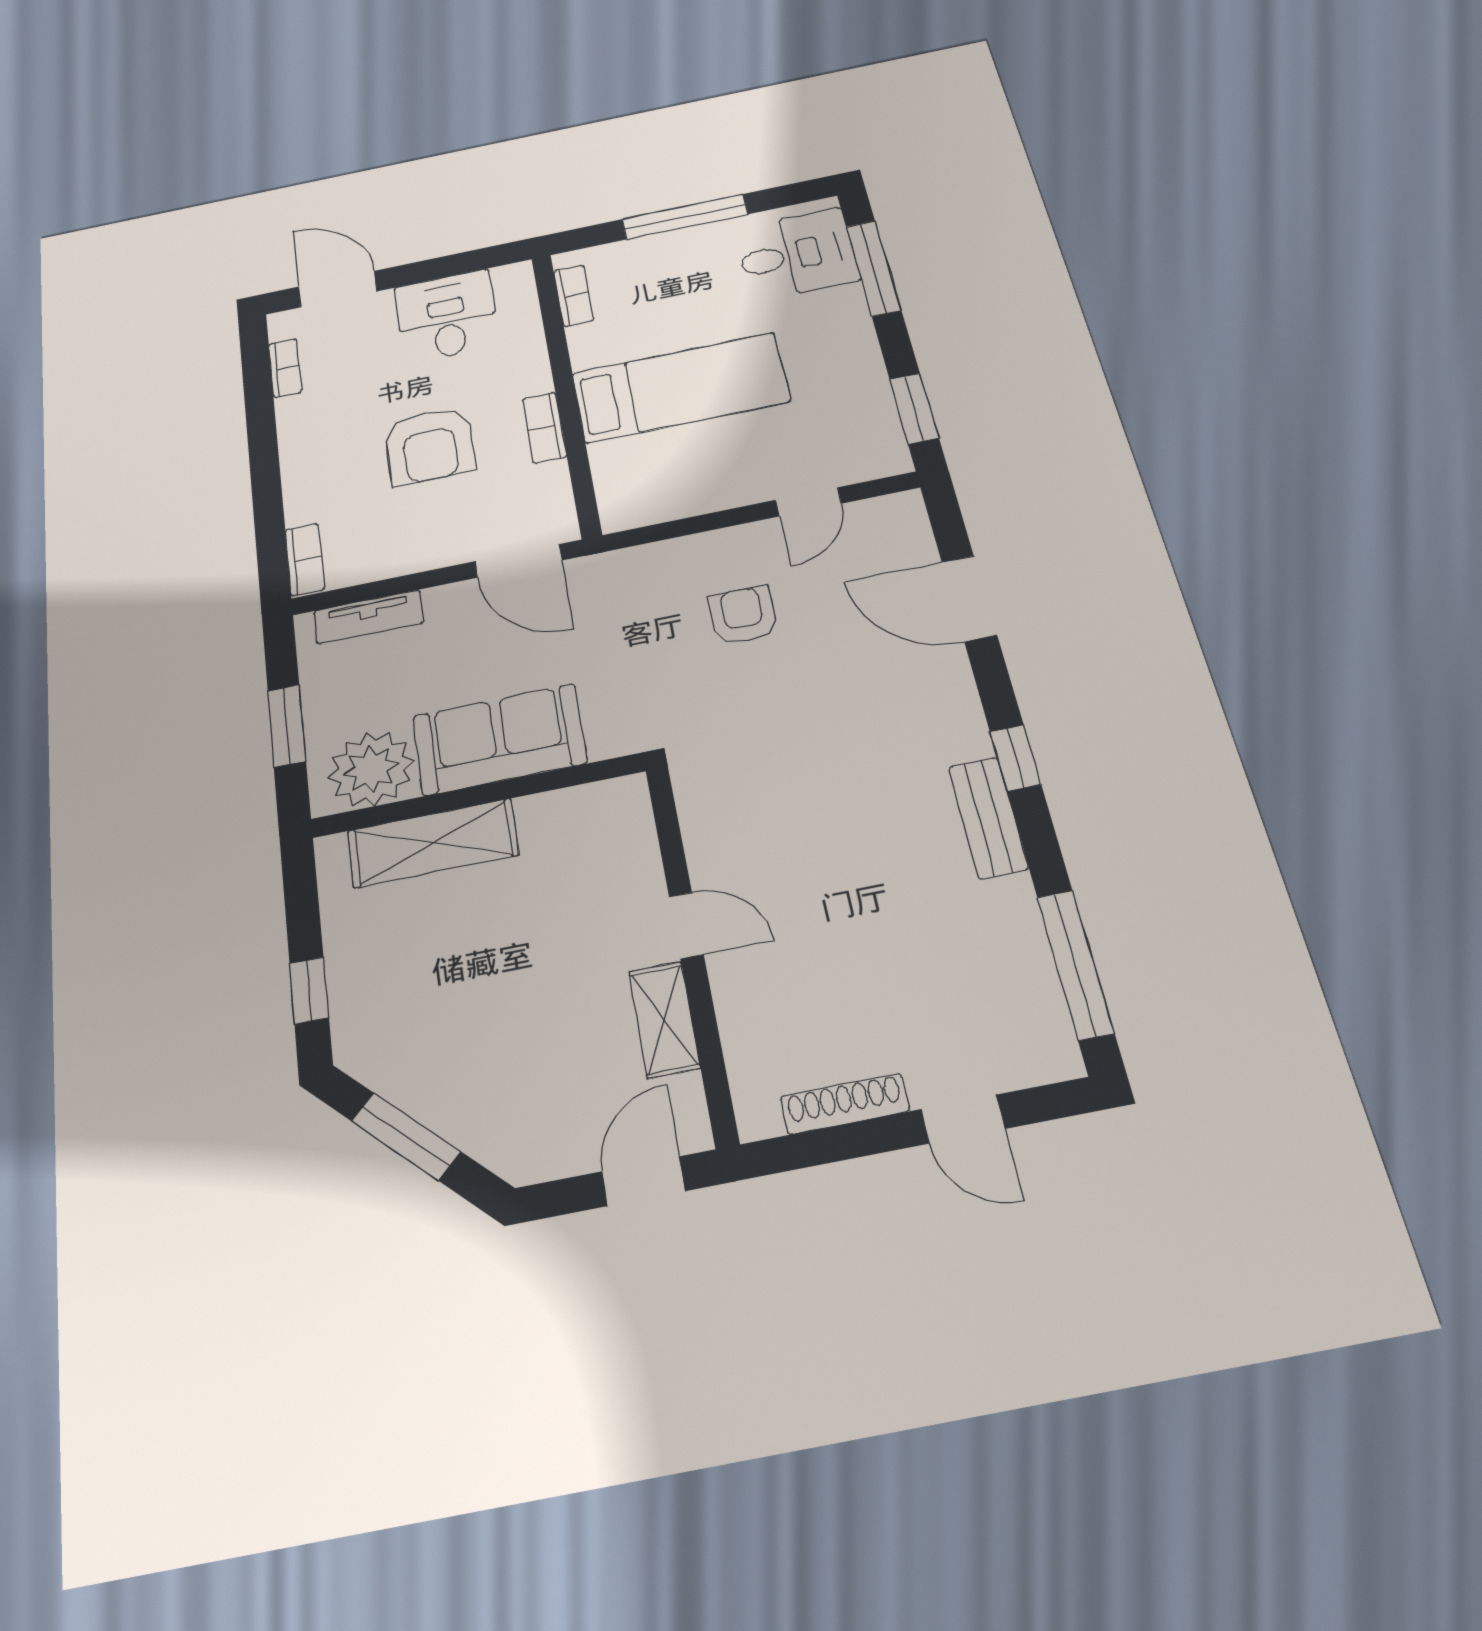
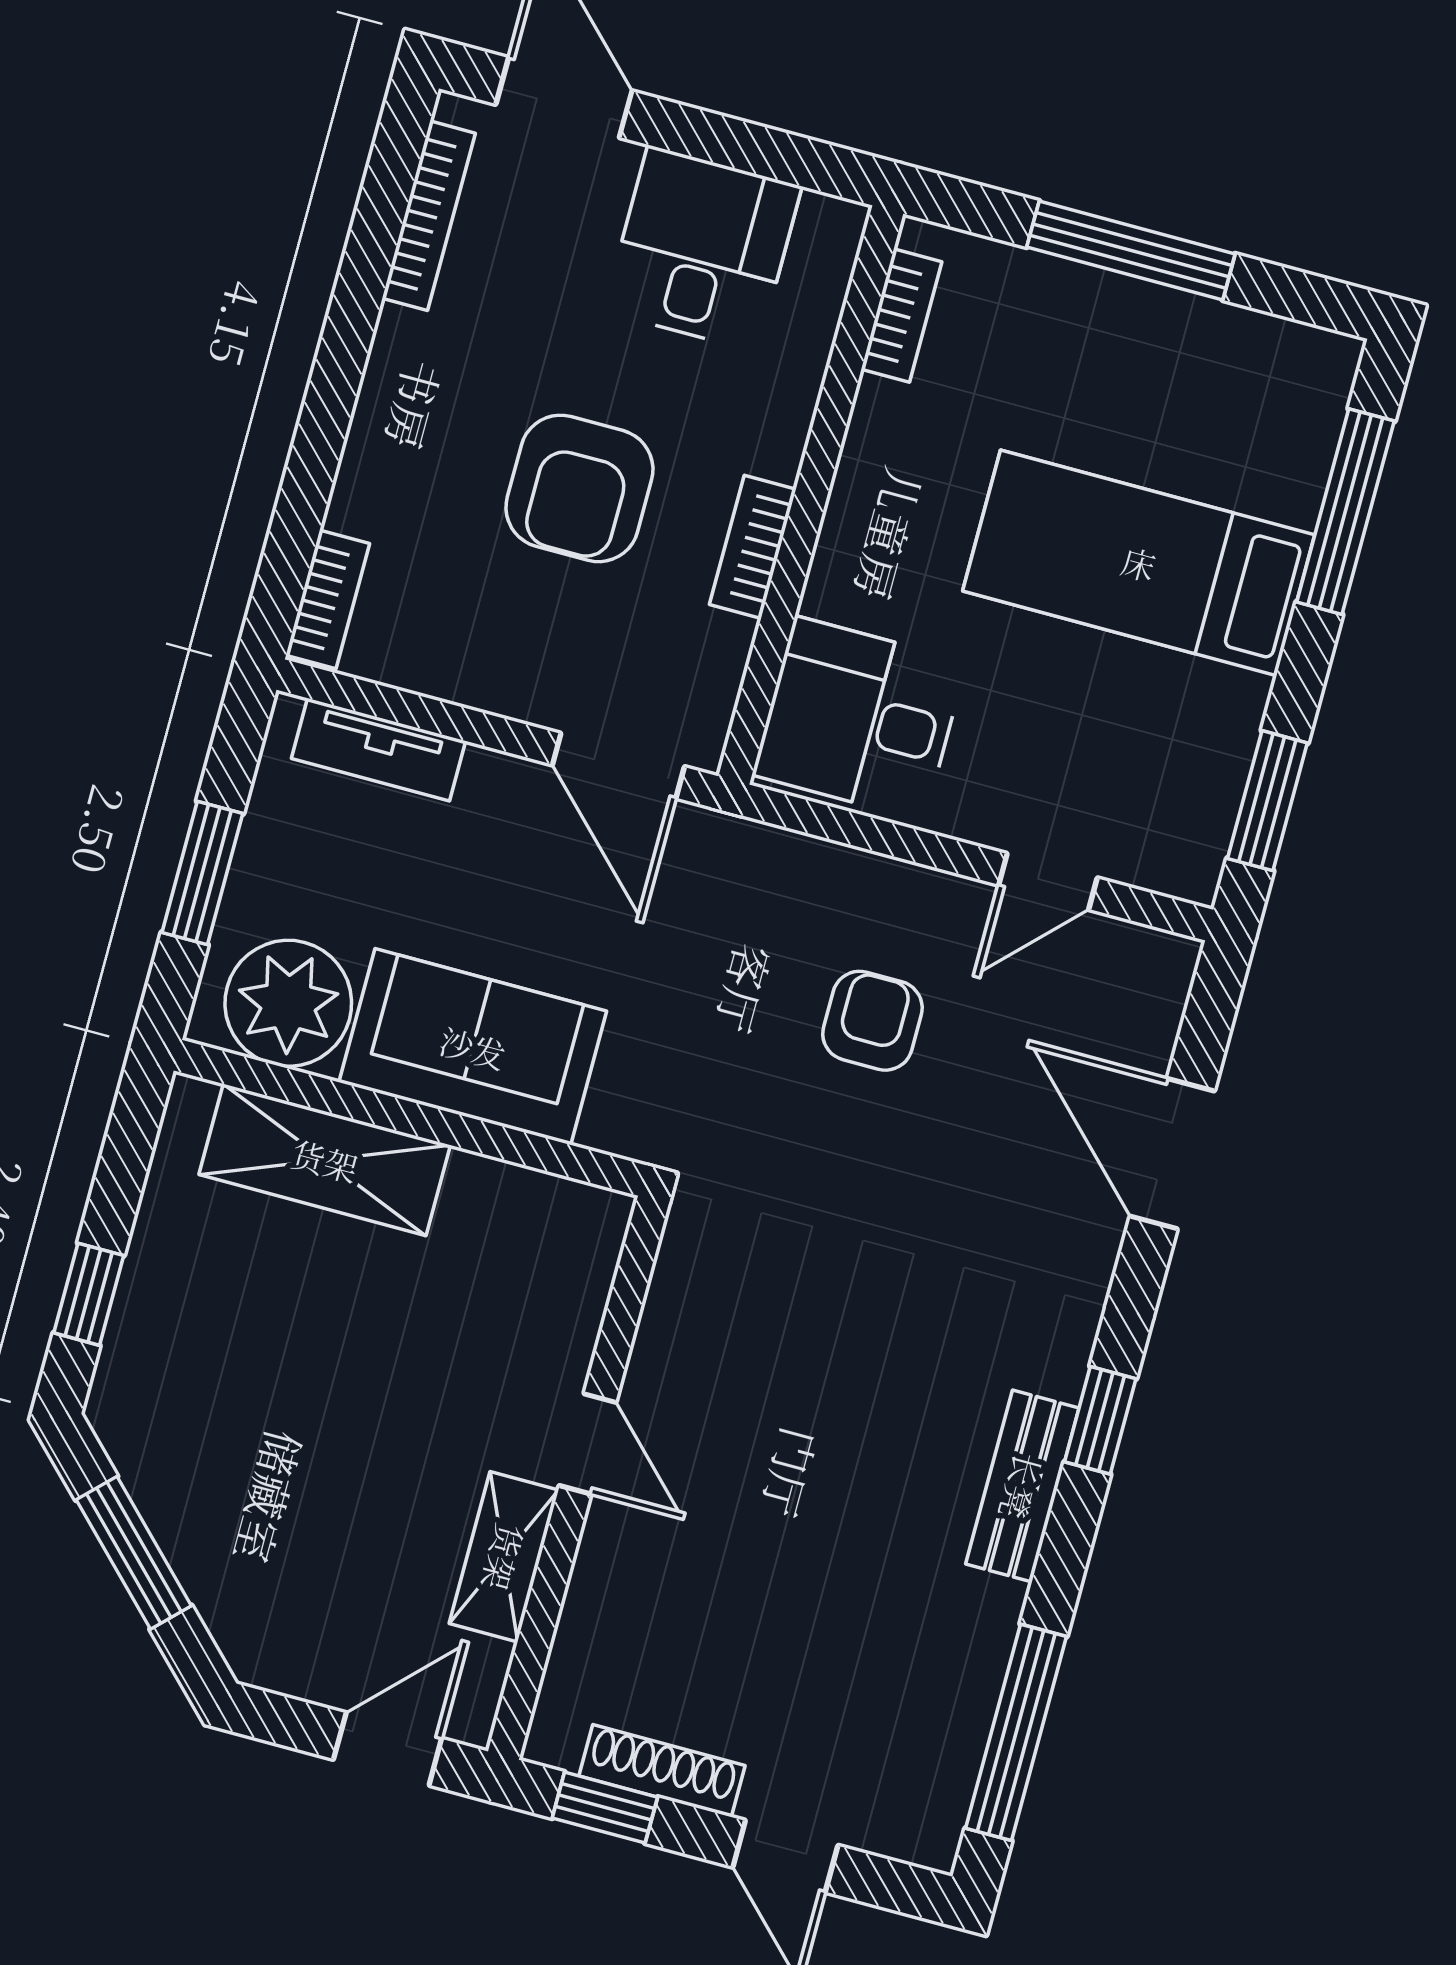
desk: (797, 254) -> (859, 718), moved, turned 180
bookcase: (285, 368) -> (429, 216), width x1.56
bed: (680, 388) -> (1139, 563), moved, turned 180
window: (817, 1147) -> (605, 1808), added

